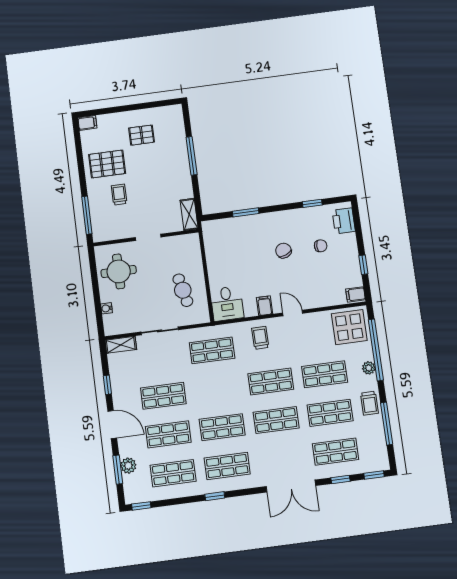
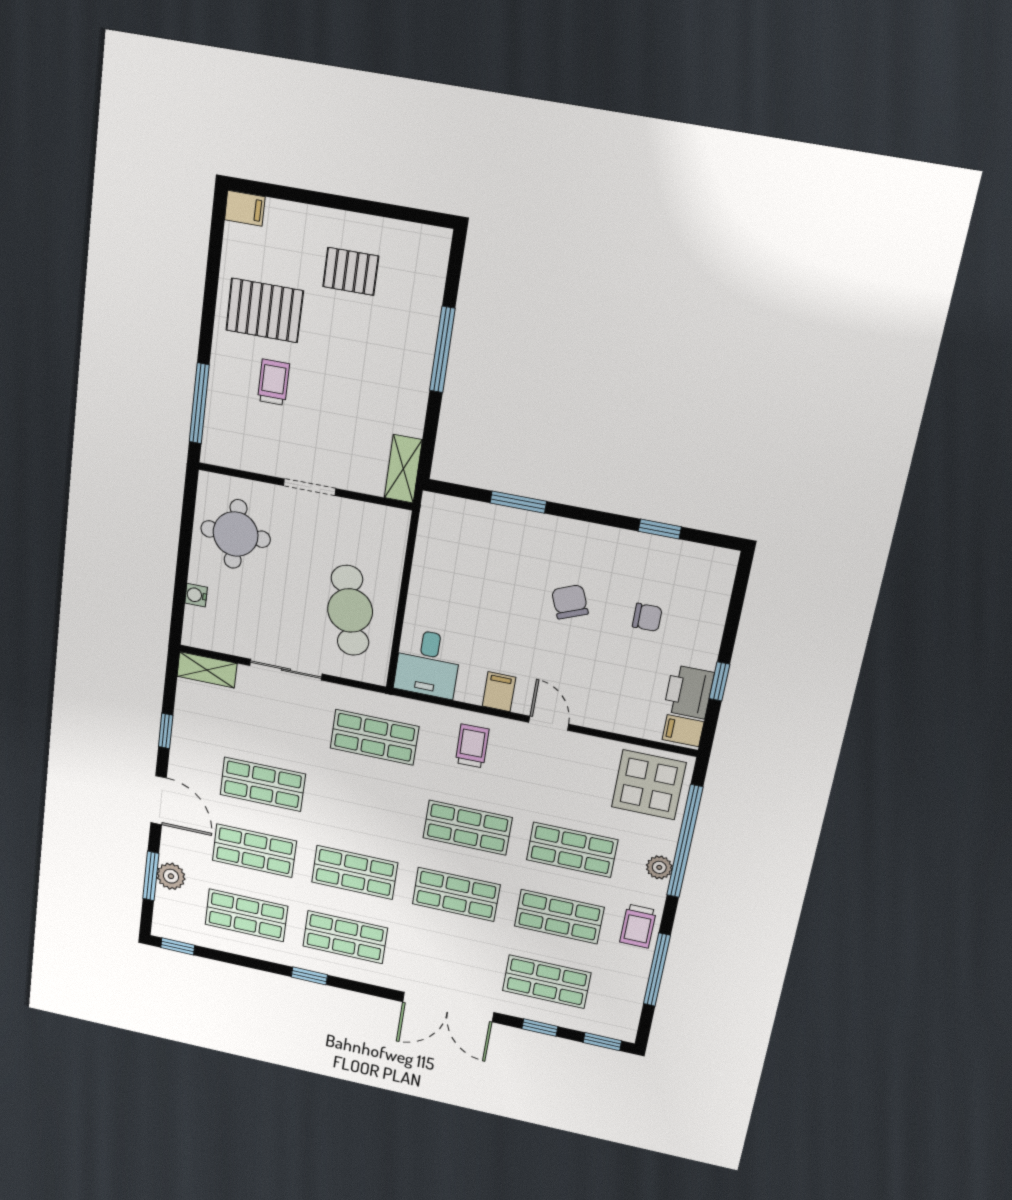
printer: (344, 221) -> (689, 692), moved
cafe table: (183, 290) -> (350, 610), width x1.37, depth x1.35

